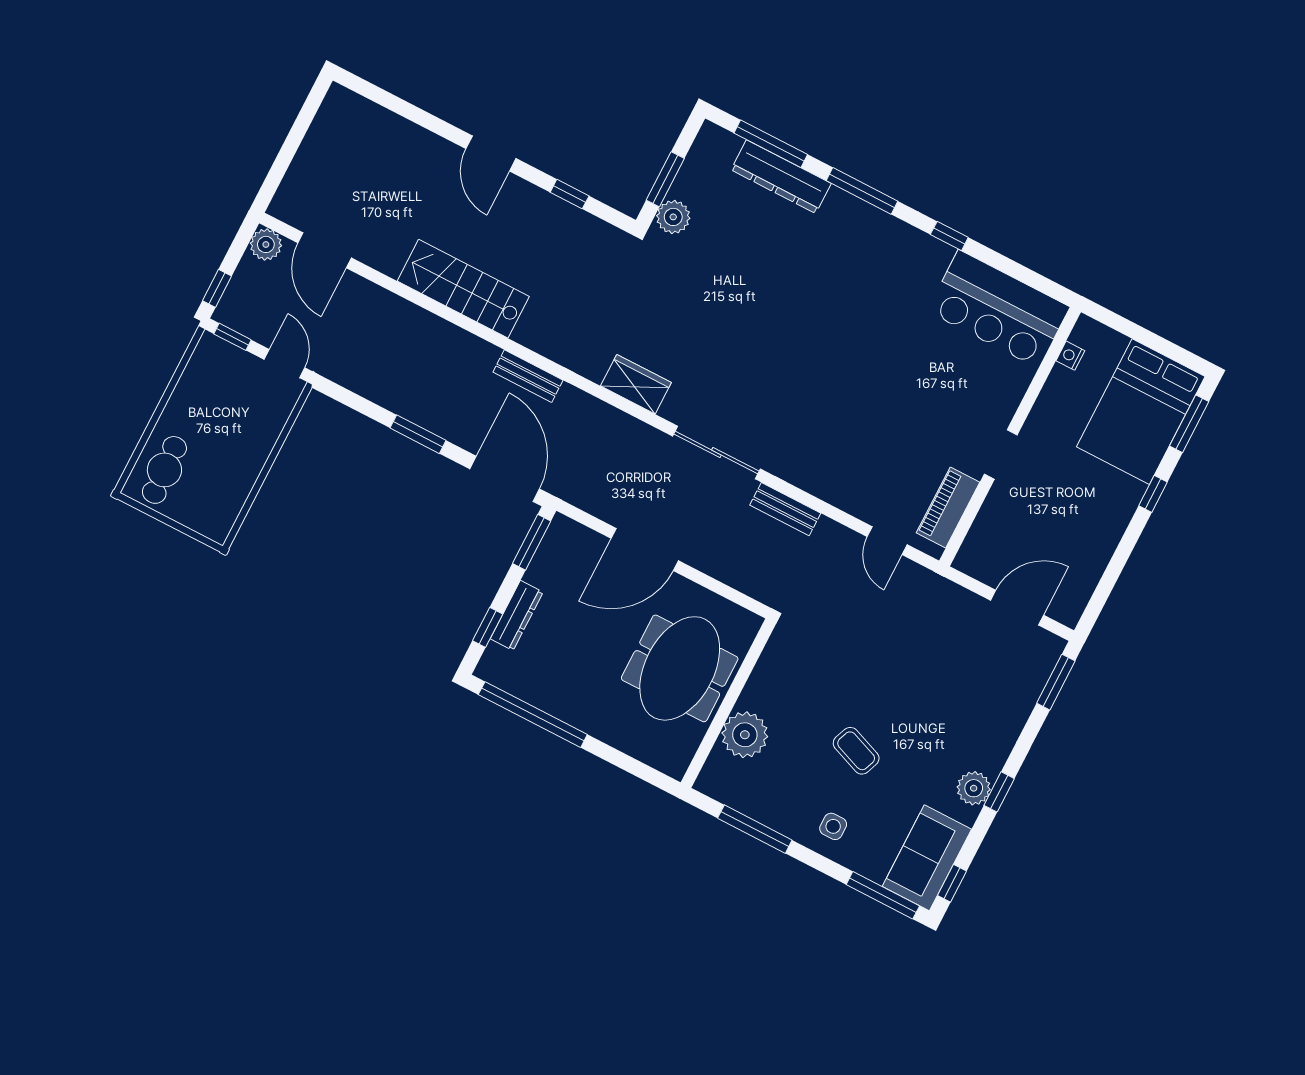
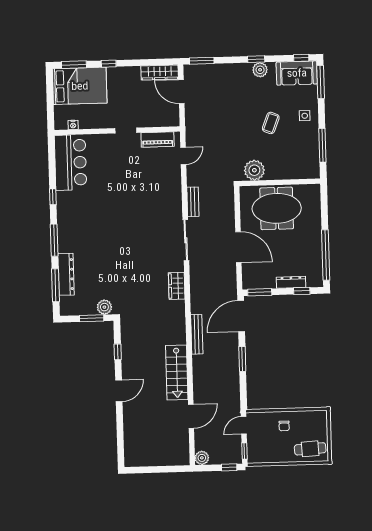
door: (325, 250) -> (191, 416), moved
bench: (528, 376) -> (197, 334), width x1.36
chair: (239, 443) -> (284, 426), added
wardrobe: (1079, 586) -> (160, 73), added
plant: (745, 735) -> (254, 170), moved

